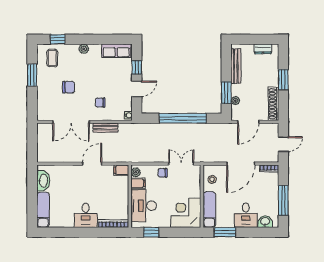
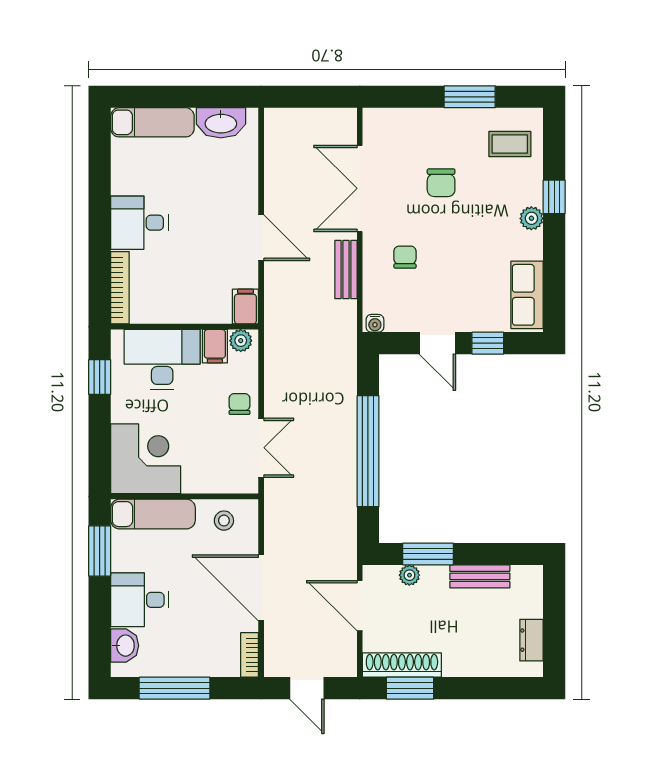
window: (58, 39) -> (554, 197), moved
bench: (236, 66) -> (480, 576), width x0.73
window: (283, 80) -> (410, 688), moved

